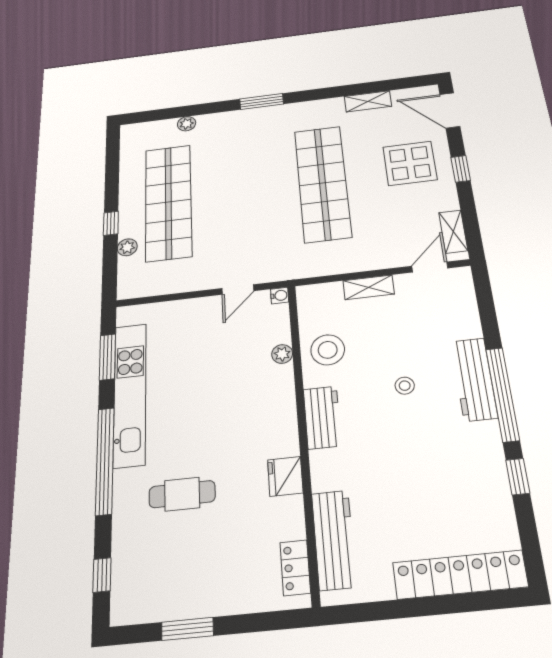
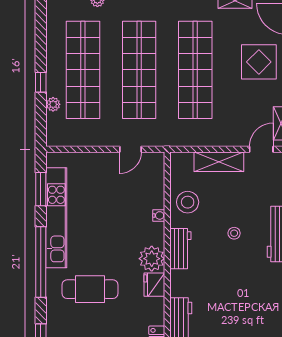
shop shelf: (245, 193) -> (139, 70), added
shelving: (369, 287) -> (219, 162), width x1.50, depth x1.33
water cooler: (280, 296) -> (159, 215), moved
plant: (282, 354) -> (152, 259), moved, width x1.88, depth x1.88
cafe table: (182, 494) -> (90, 289), width x1.37, depth x1.35

